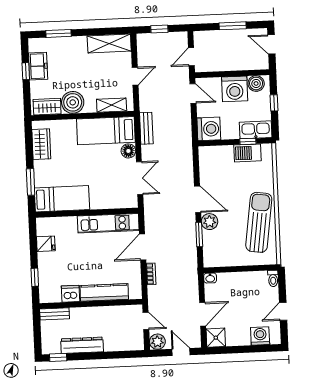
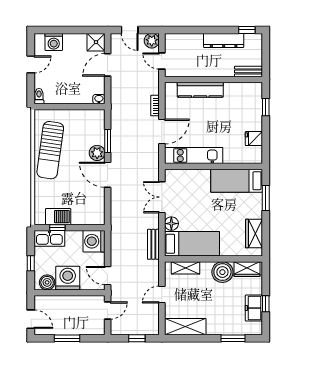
dishwasher: (71, 294) -> (232, 90), removed

